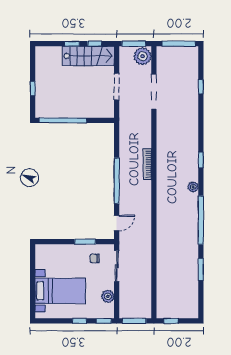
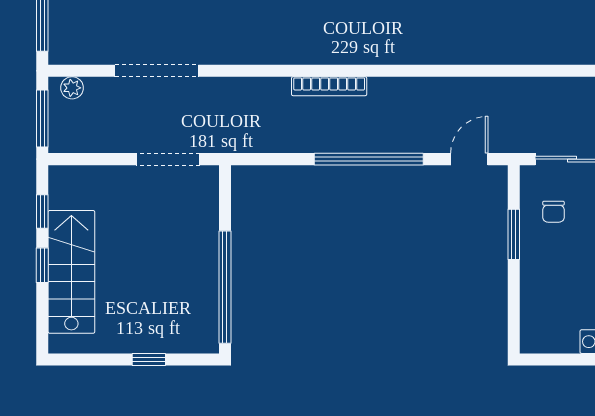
stairs: (88, 56) -> (71, 272), moved
plant: (142, 56) -> (72, 88), width x0.53, depth x0.53
doorway: (117, 86) -> (168, 159), moved
door: (117, 223) -> (469, 159), hinge flipped

